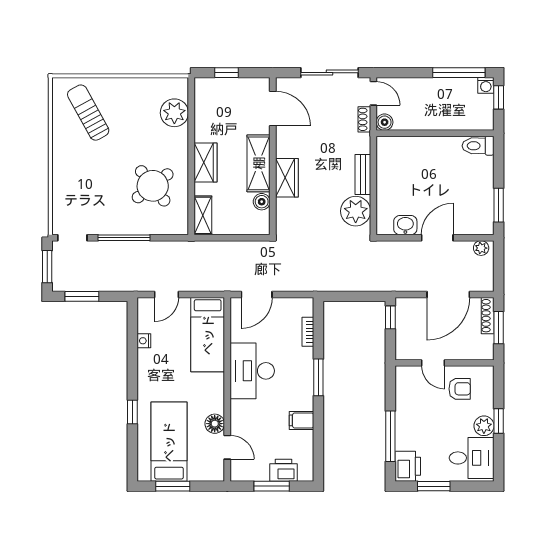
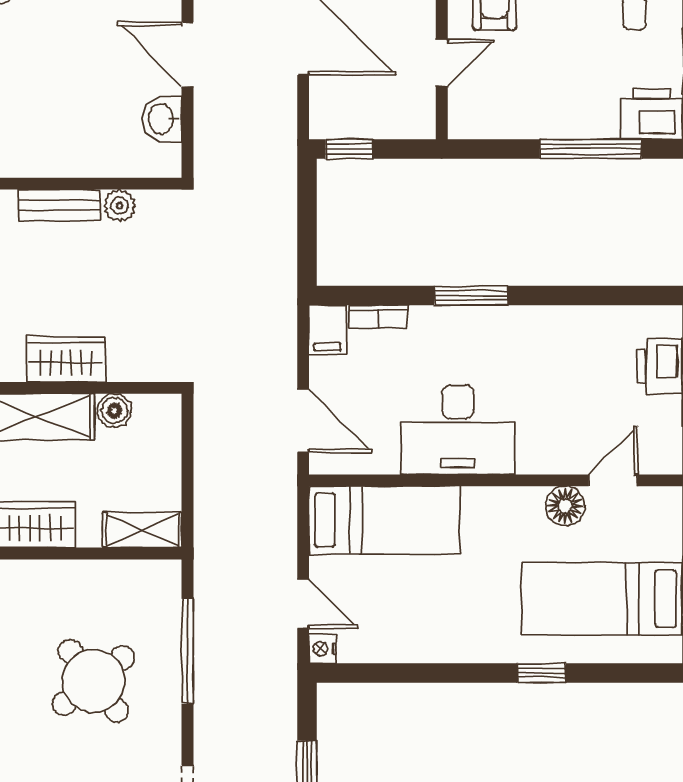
round table: (153, 186) -> (93, 681), moved
plant: (356, 211) -> (120, 206), width x0.53, depth x0.53
window: (124, 238) -> (187, 651), moved
nightstand: (144, 341) -> (323, 649), moved, turned 90
filing cabinet: (301, 420) -> (327, 330), moved

